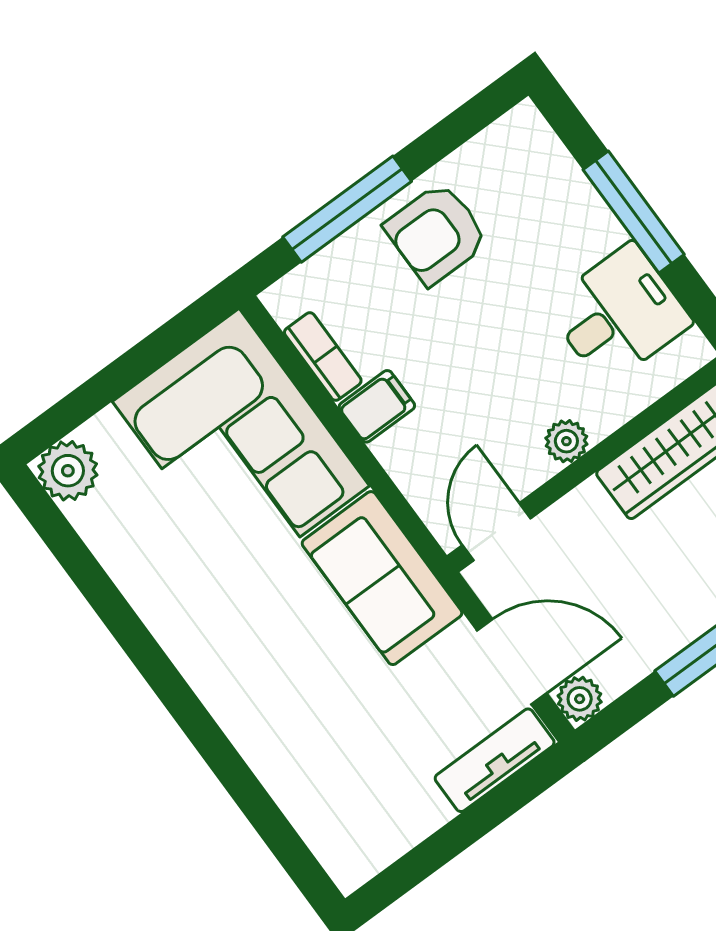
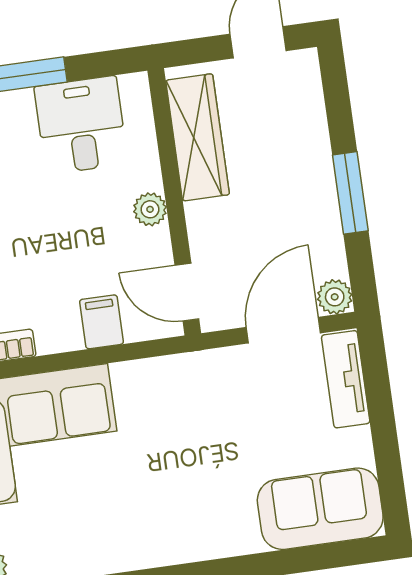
filing cabinet: (377, 406) -> (101, 322), moved
sofa: (382, 578) -> (320, 509), moved, turned 180

